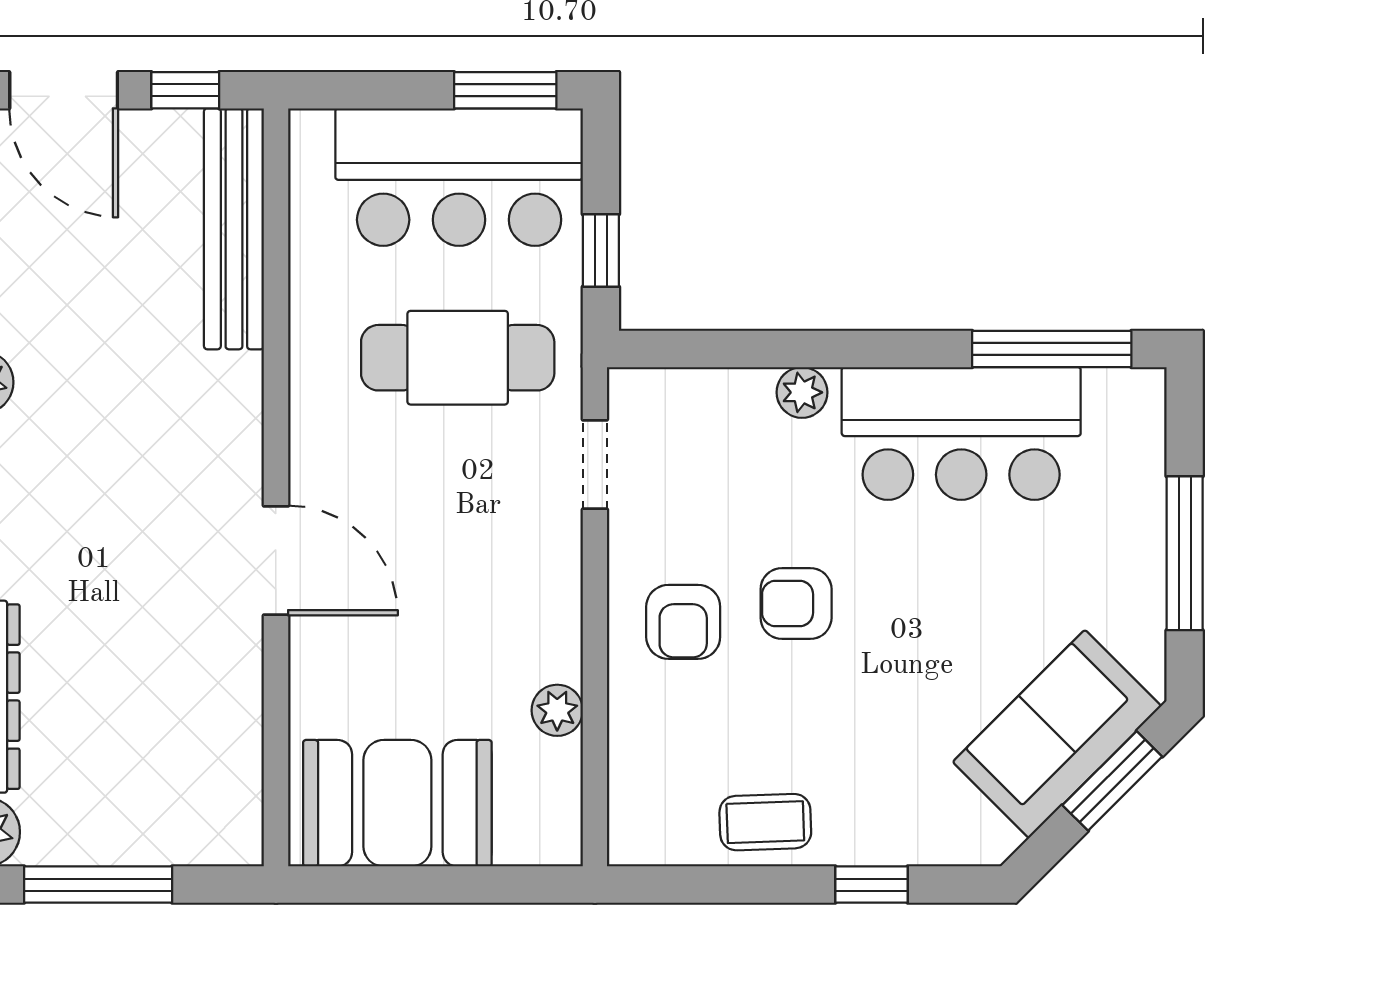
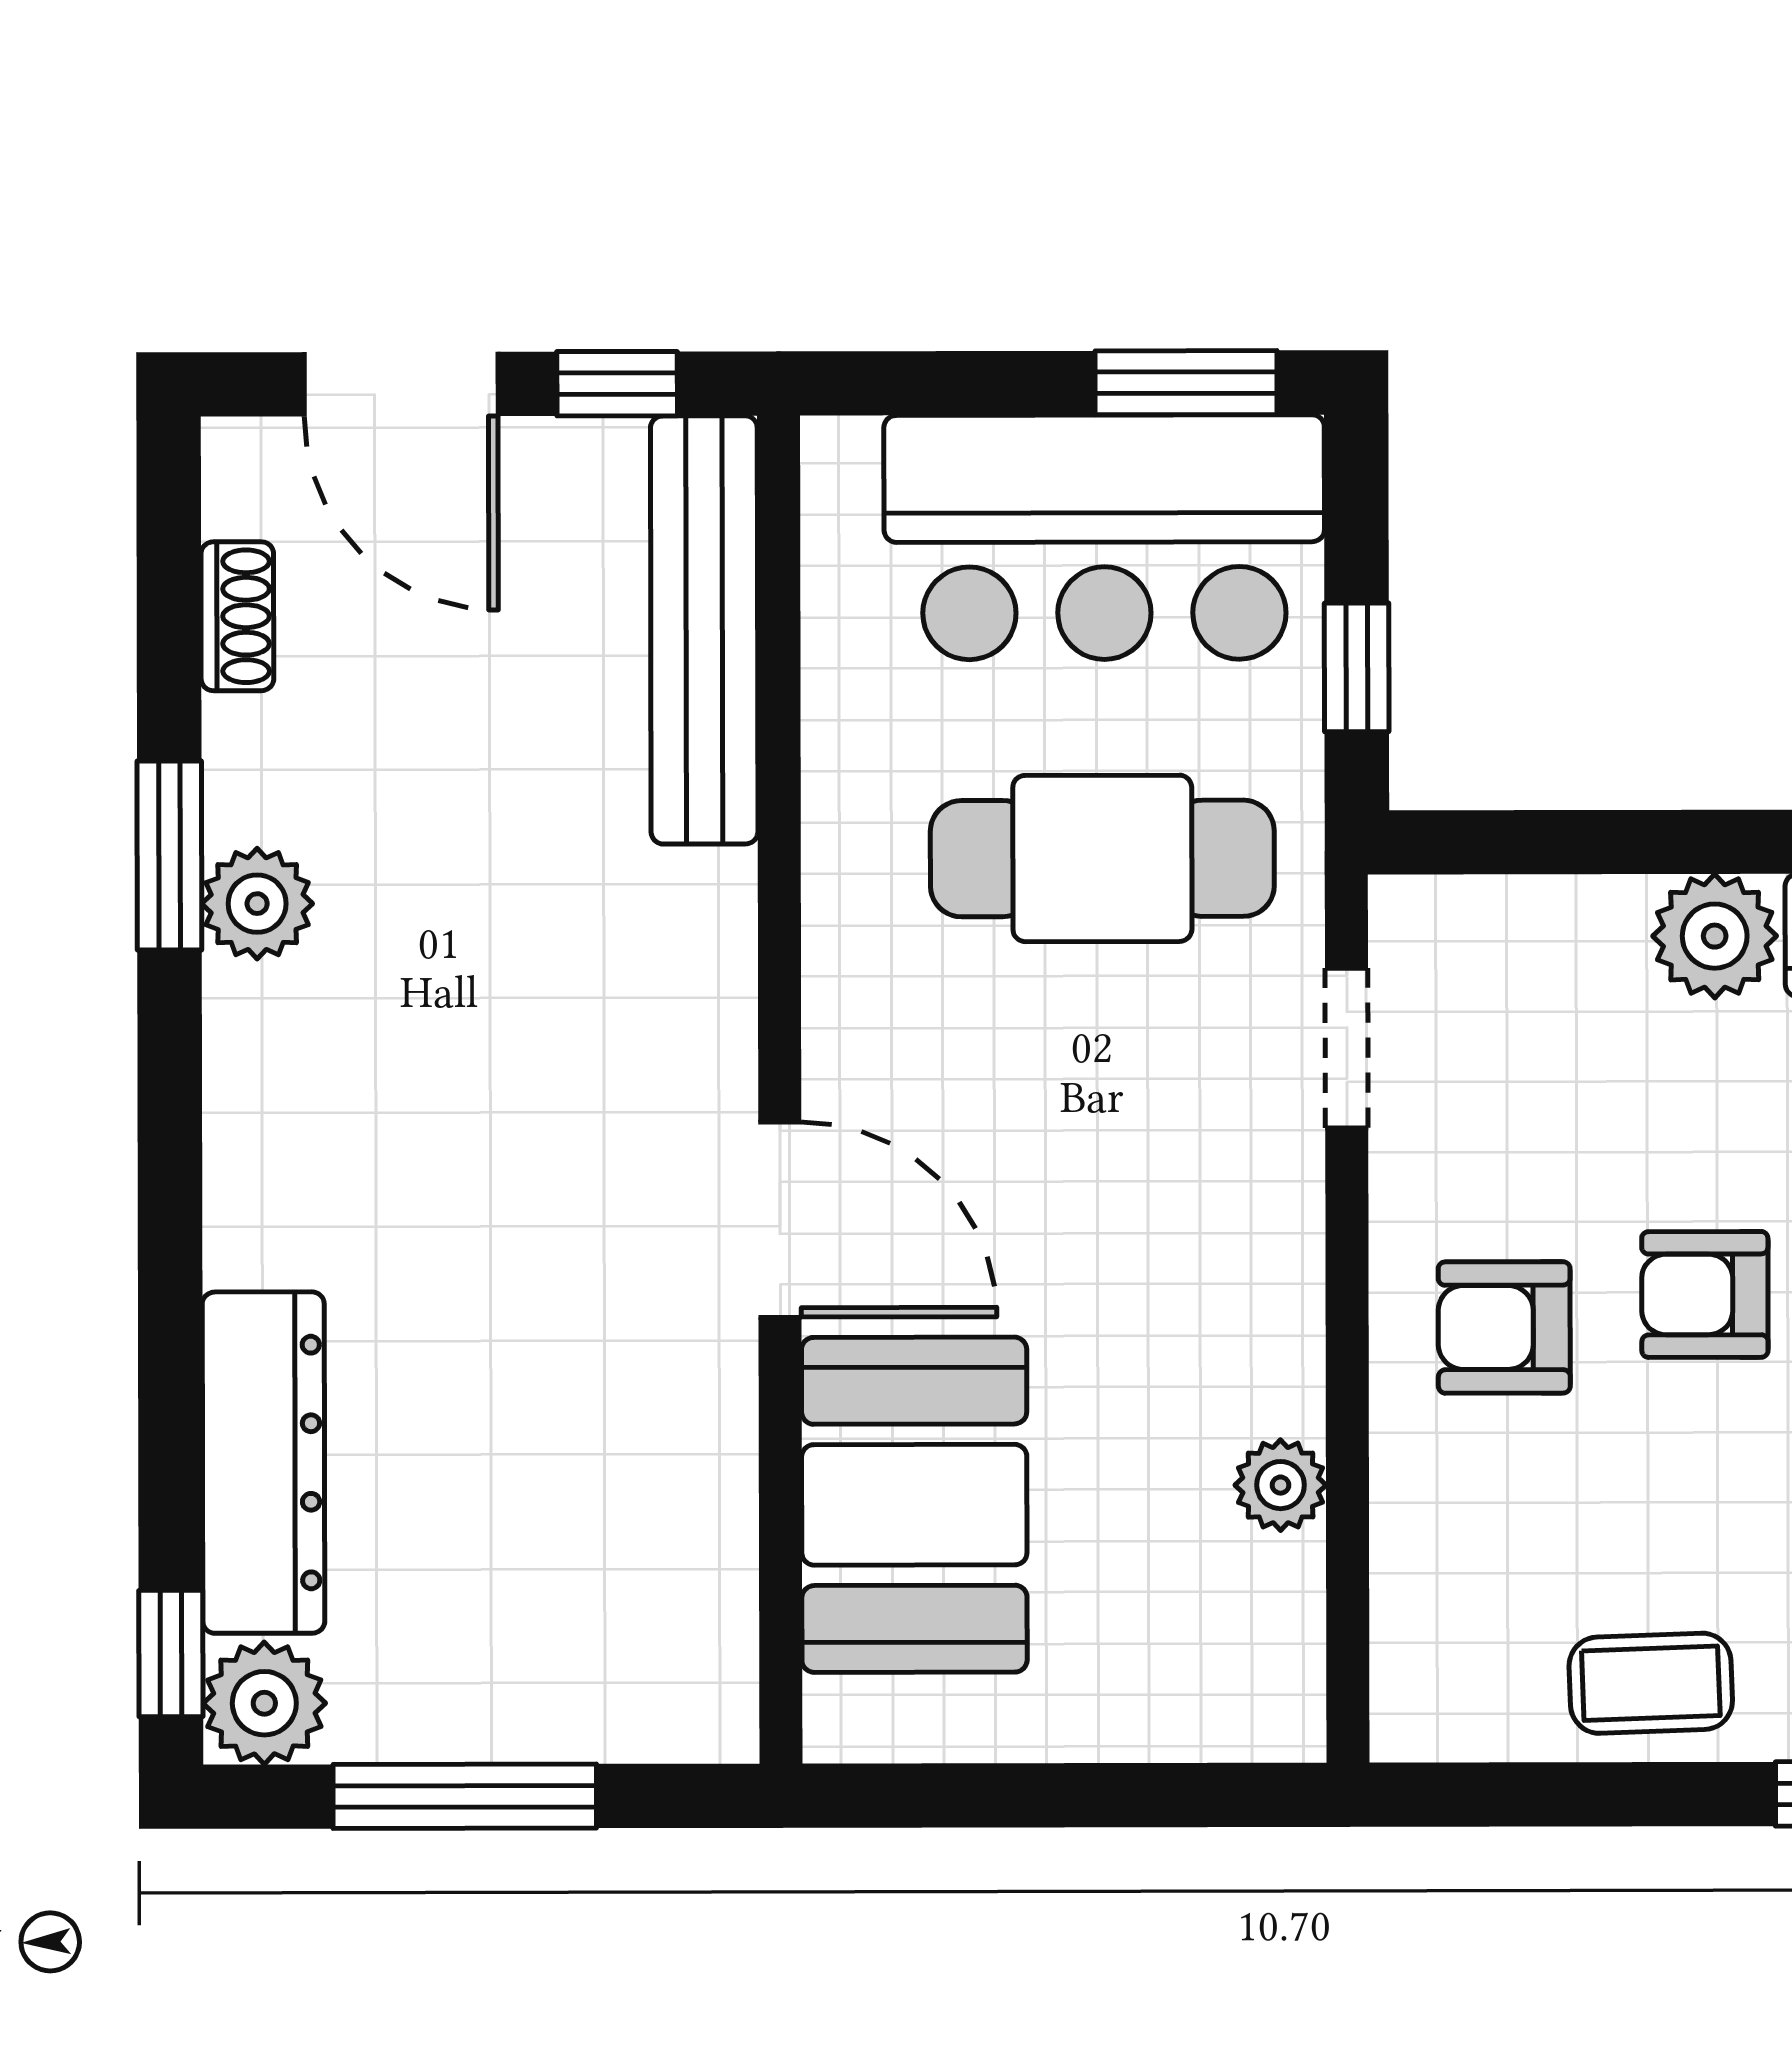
plant: (802, 392) -> (1715, 936), width x1.38, depth x1.38
armchair: (683, 622) -> (1504, 1327), turned 90
booth: (397, 803) -> (914, 1505), moved, turned 90

